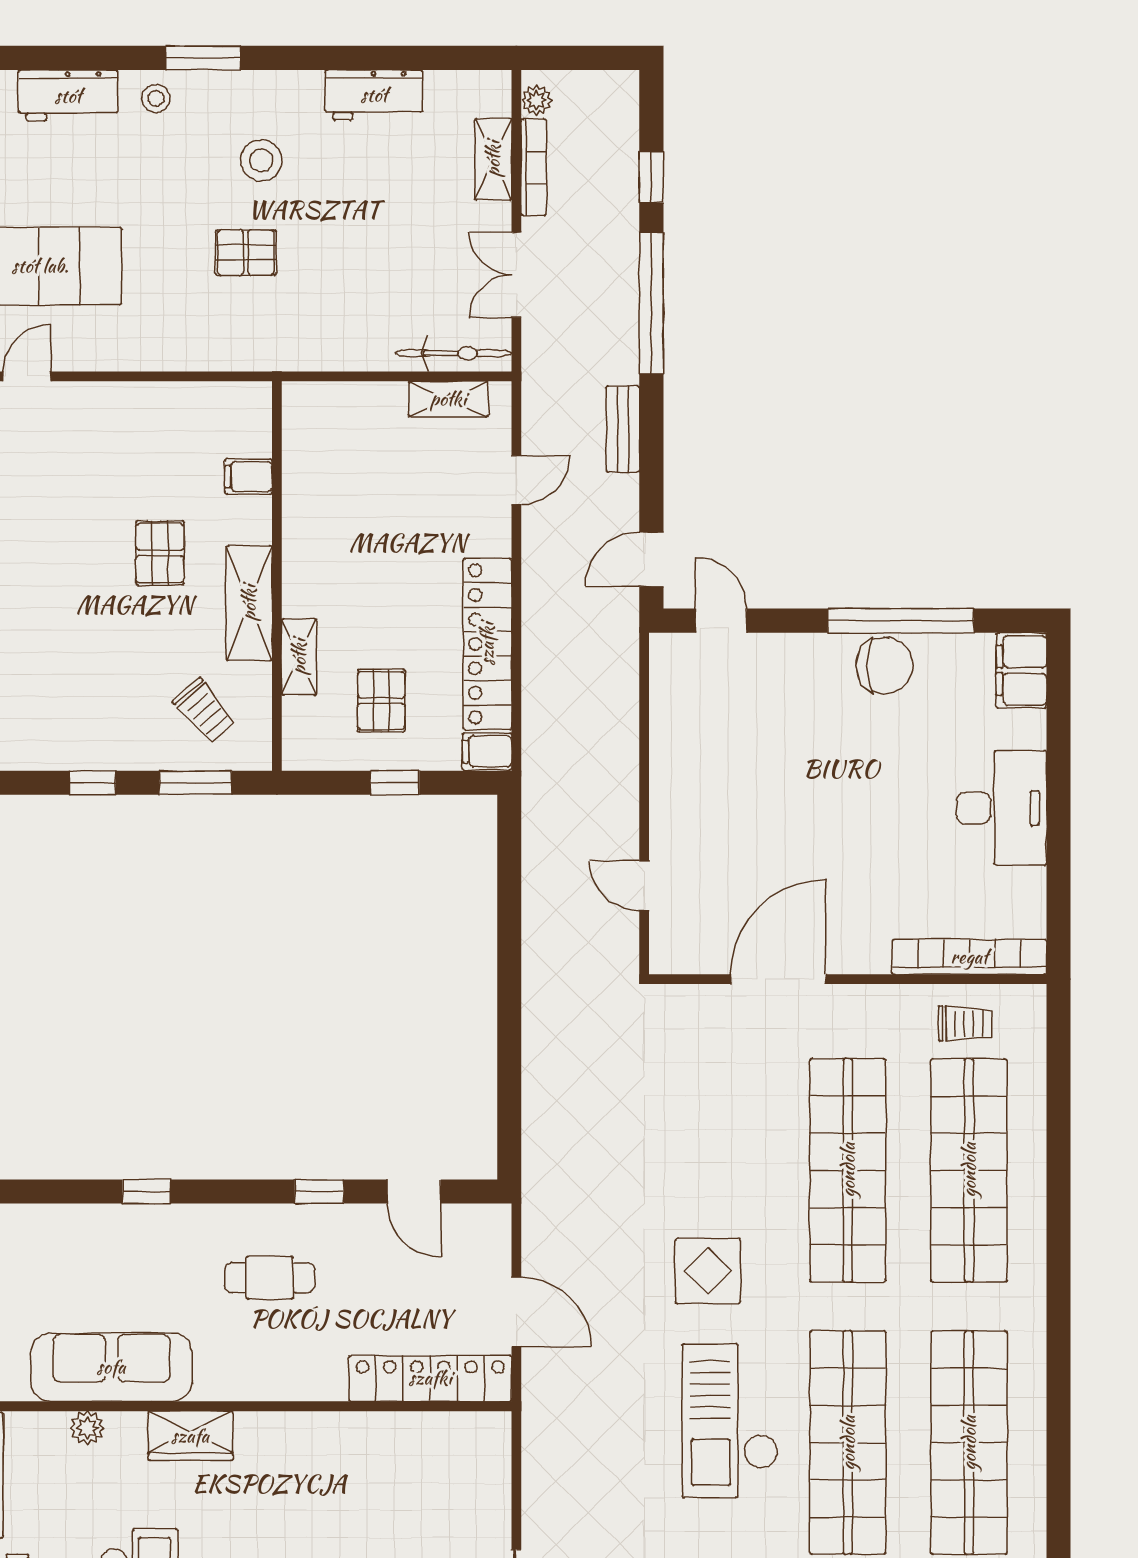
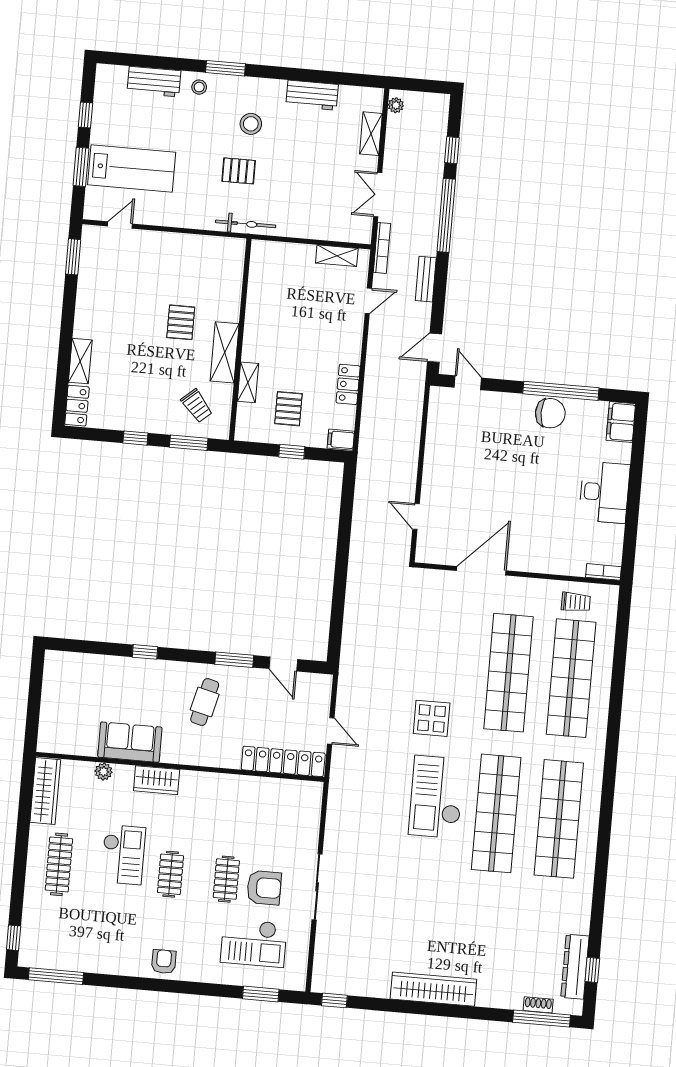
bookcase: (534, 167) -> (382, 248), moved
bicycle: (454, 353) -> (246, 224), moved
filing cabinet: (248, 477) -> (230, 287), removed
locker: (487, 644) -> (348, 384), width x0.46, depth x0.83
bookcase: (969, 957) -> (603, 572), width x0.43, depth x0.76
window: (319, 1192) -> (234, 660), width x1.50
cafe table: (270, 1278) -> (205, 702), turned -76
door: (516, 1312) -> (331, 731), width x0.73
sofa: (111, 1367) -> (130, 742), width x0.73

